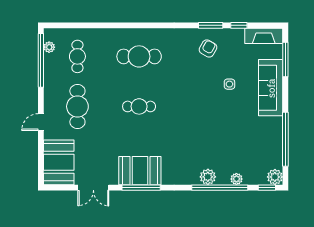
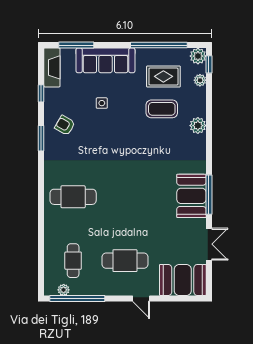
window: (211, 25) -> (41, 138), moved
cafe table: (77, 56) -> (73, 261), turned 90
cafe table: (139, 56) -> (73, 197), turned 90
cafe table: (139, 106) -> (125, 197), removed
coffee table: (224, 142) -> (162, 109), added
rug: (255, 144) -> (163, 76), added
plant: (236, 179) -> (200, 80), moved
window: (220, 188) -> (209, 113), removed

